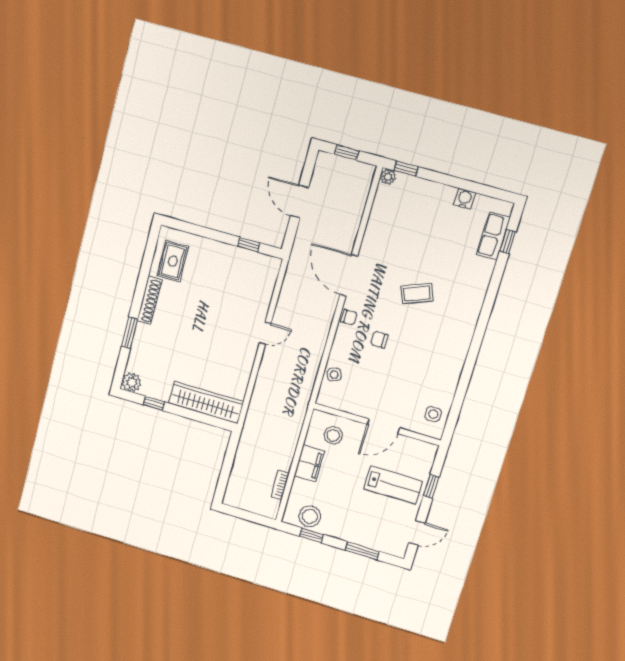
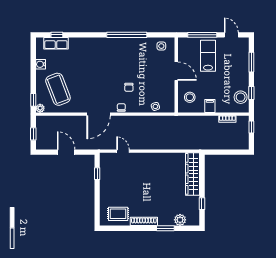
door: (299, 202) -> (66, 152), swing flipped
coffee table: (417, 294) -> (58, 89), moved, width x1.86, depth x1.72
door: (265, 333) -> (123, 151), moved
window: (470, 362) -> (127, 35), added
plant: (131, 382) -> (180, 220), moved
filing cabinet: (309, 463) -> (210, 106), width x0.50
window: (431, 486) -> (202, 35), width x2.17
window: (256, 518) -> (251, 127), added

